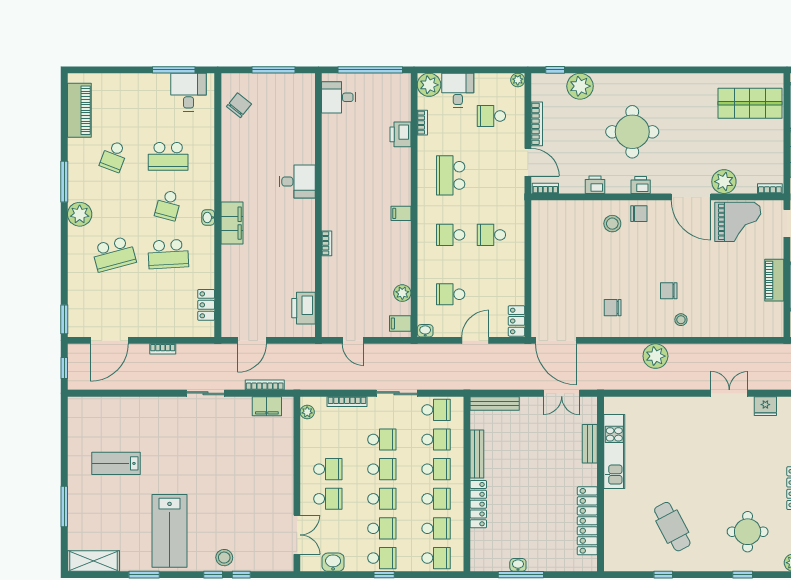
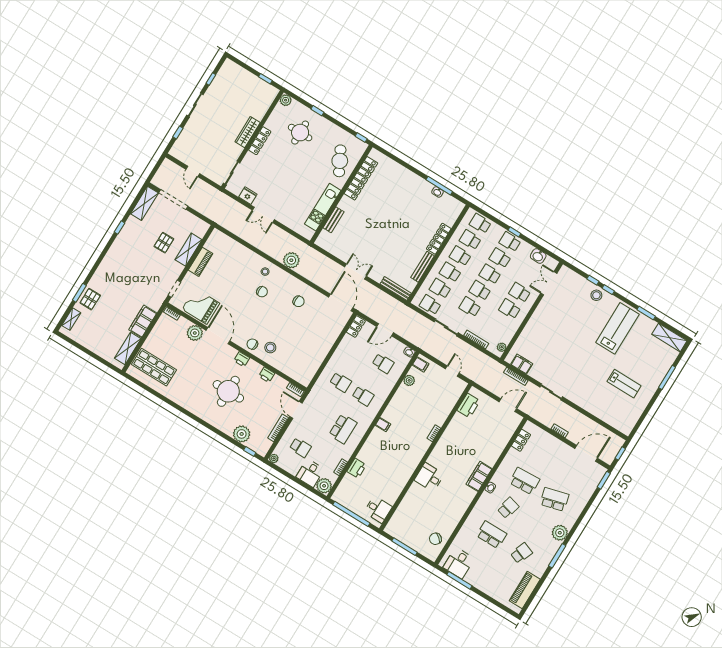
bench: (590, 444) -> (333, 220), moved
kitchen unit: (614, 452) -> (323, 207), moved
wall: (600, 484) -> (341, 194), moved
locker: (587, 521) -> (361, 178), moved

